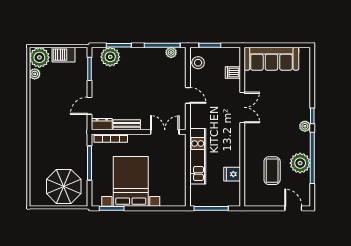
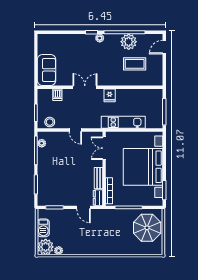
plant: (110, 57) -> (45, 191), removed
sofa: (271, 59) -> (47, 70), width x0.73
door: (188, 95) -> (75, 130), swing flipped
fridge: (232, 174) -> (110, 95), moved
bed with nightstands: (131, 181) -> (143, 167), width x1.36

